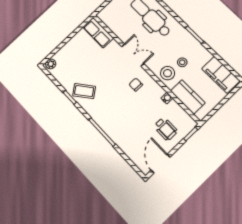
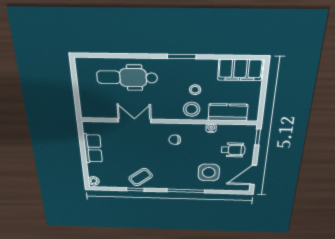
row of seats: (98, 33) -> (93, 149), moved, turned -90
double door: (133, 55) -> (135, 121), moved
side table: (133, 132) -> (209, 172), added
door: (161, 164) -> (253, 175), hinge flipped

